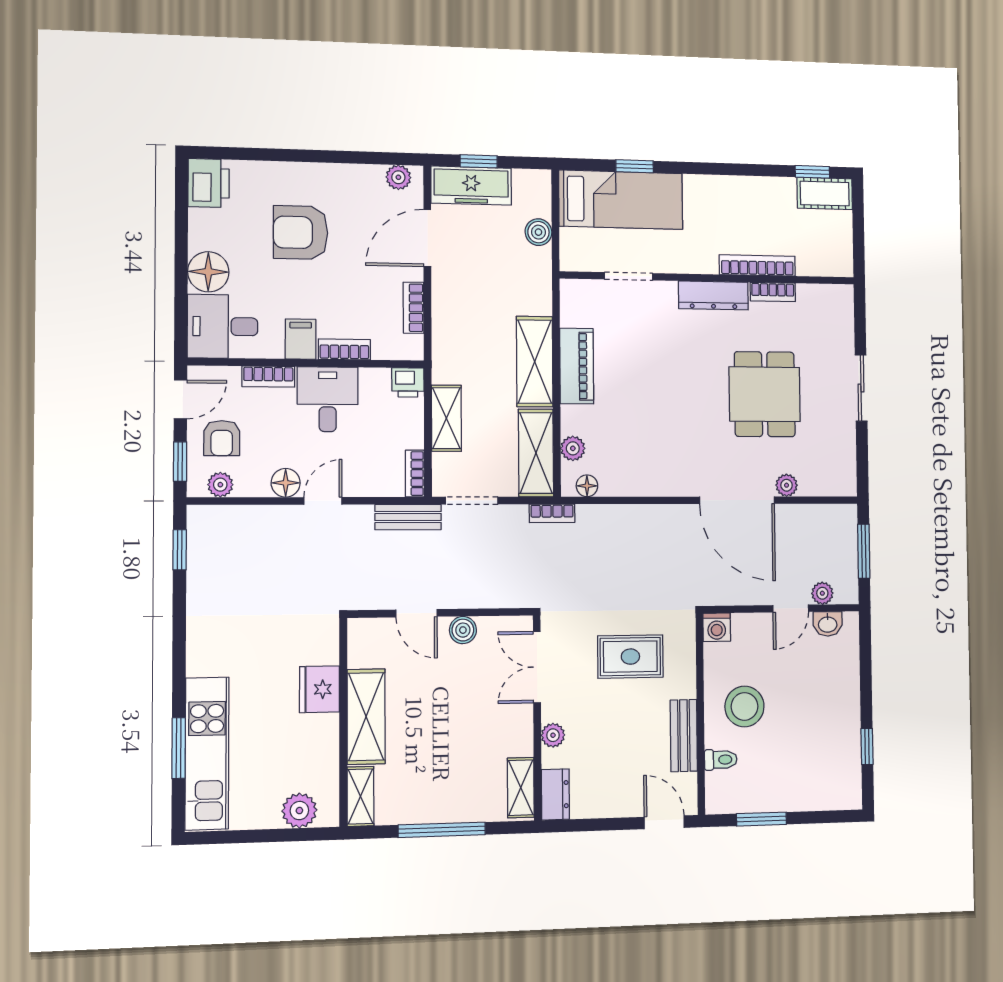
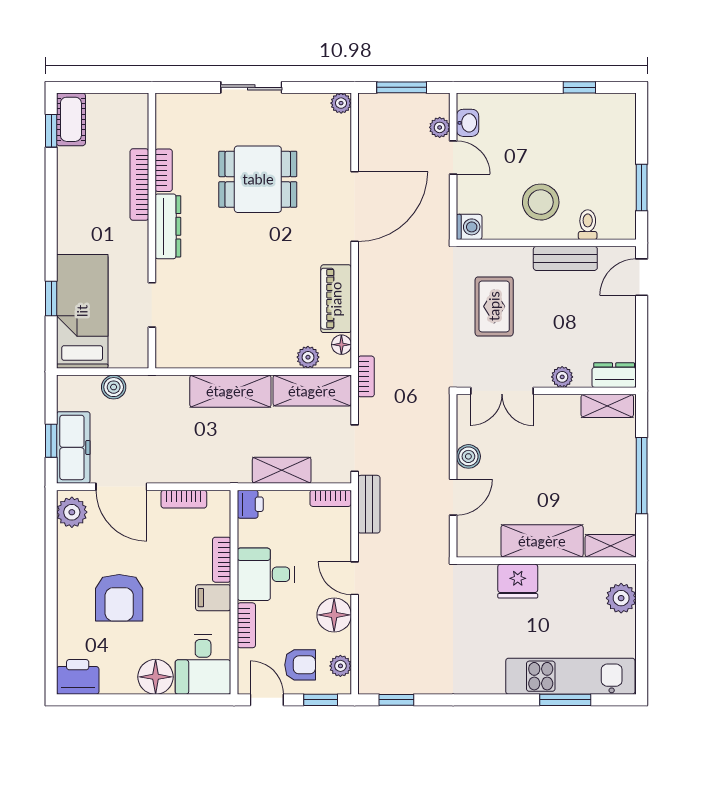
plant: (398, 177) -> (72, 512), width x1.38, depth x1.38
piano: (577, 366) -> (336, 299), moved, turned -90
floor lamp: (286, 483) -> (334, 615), width x1.38, depth x1.38
plant: (787, 485) -> (341, 103), moved

